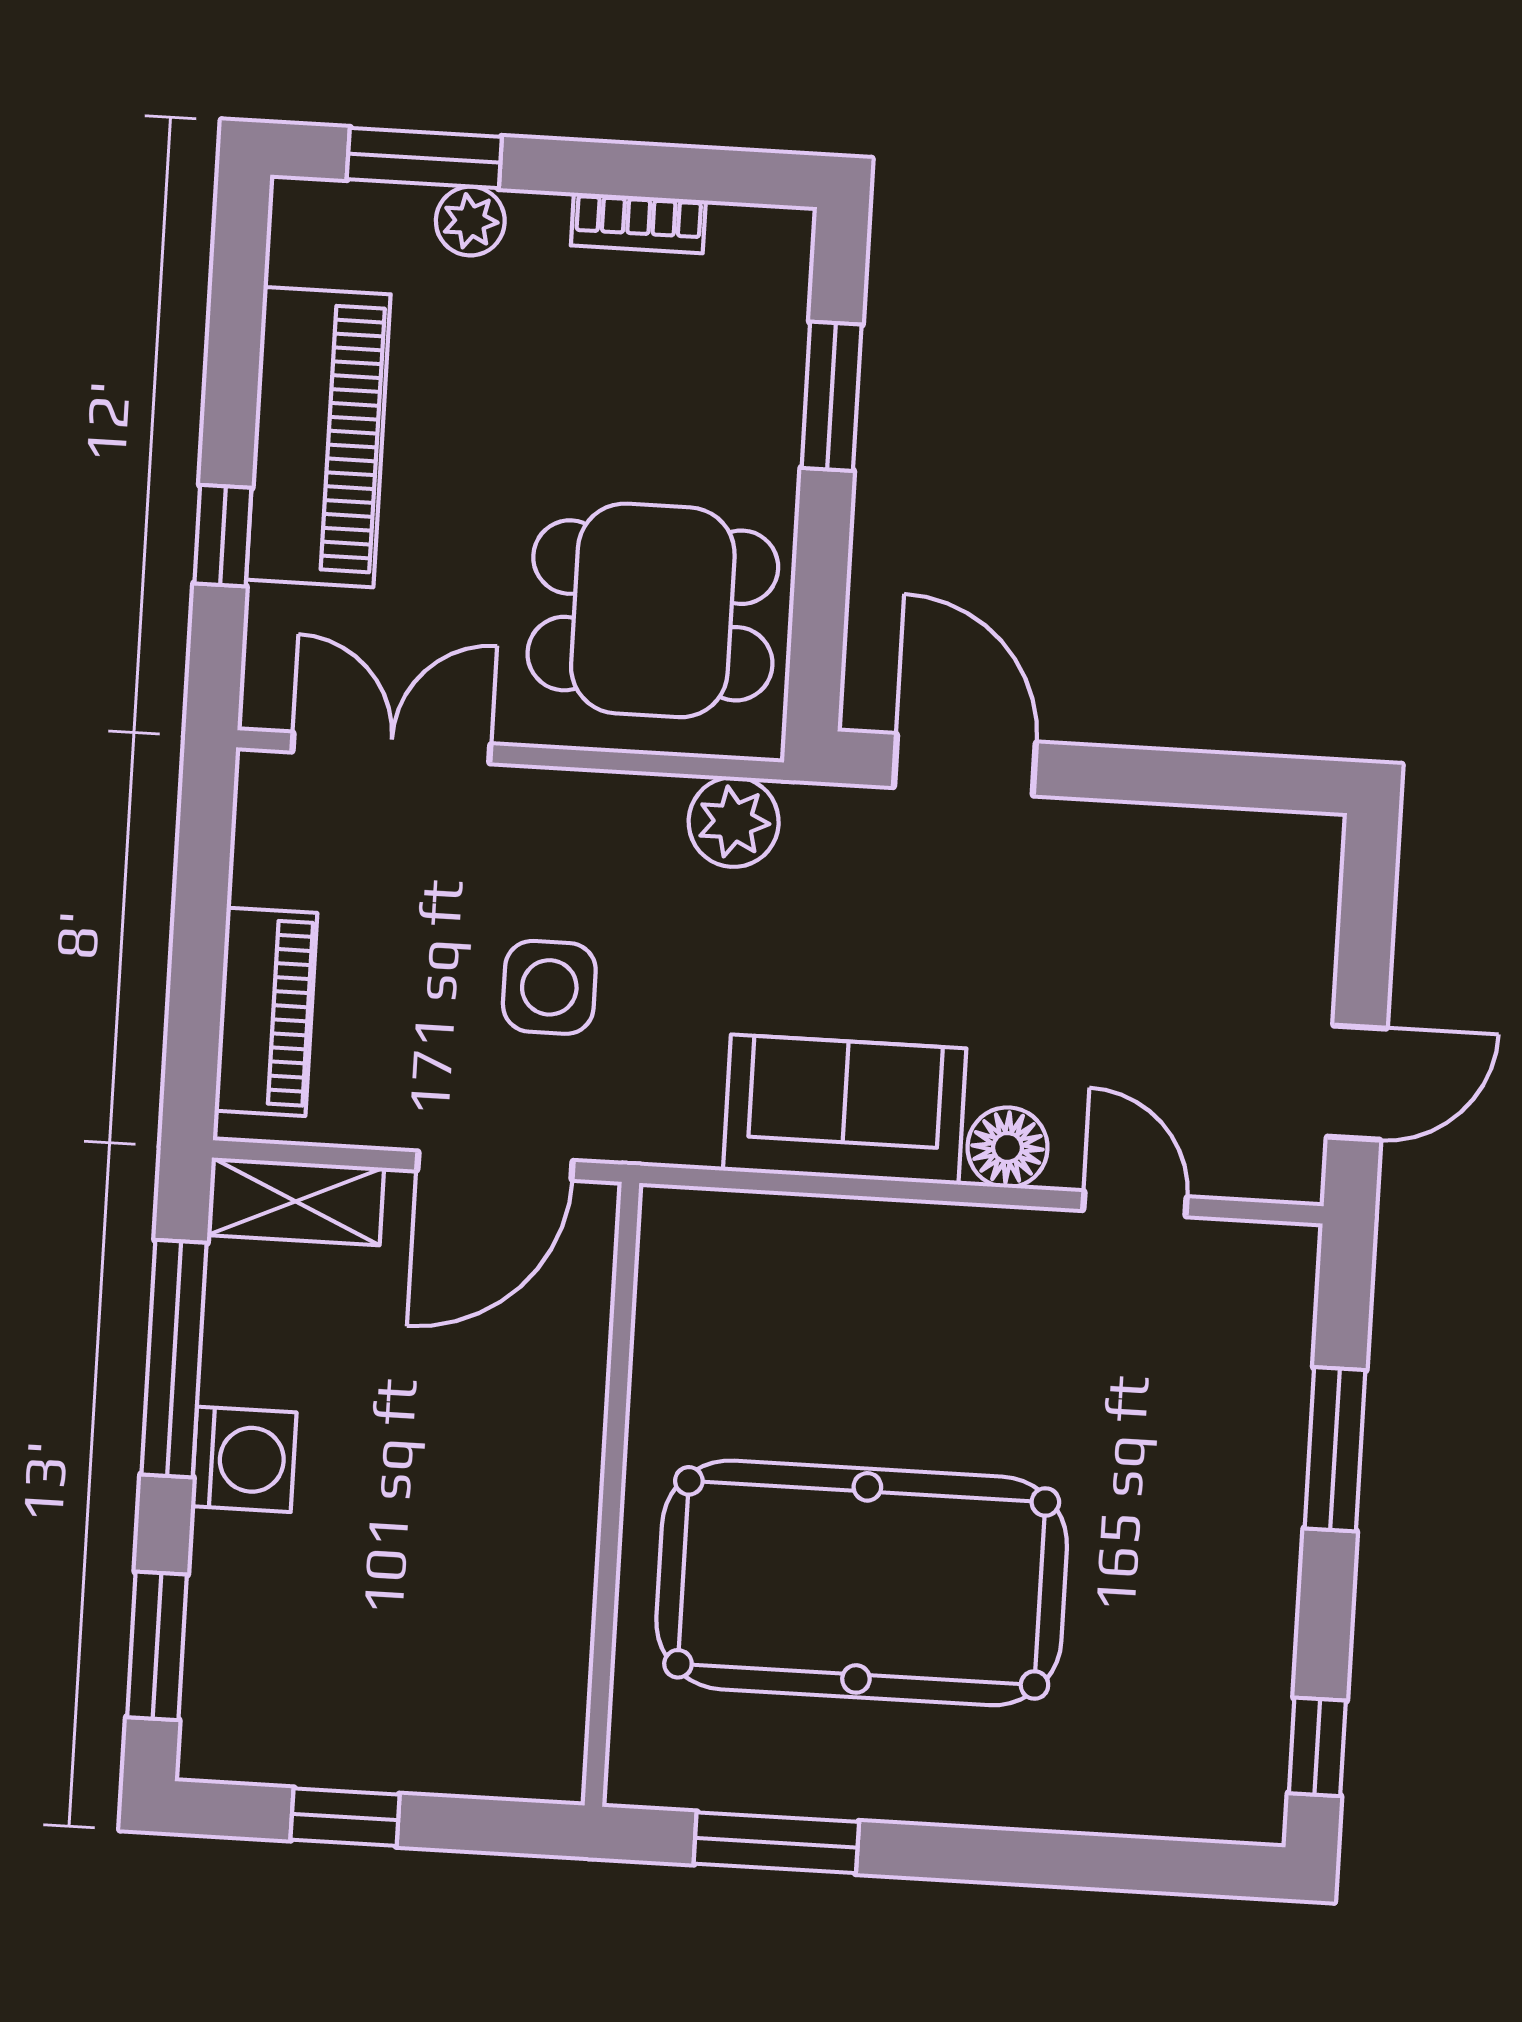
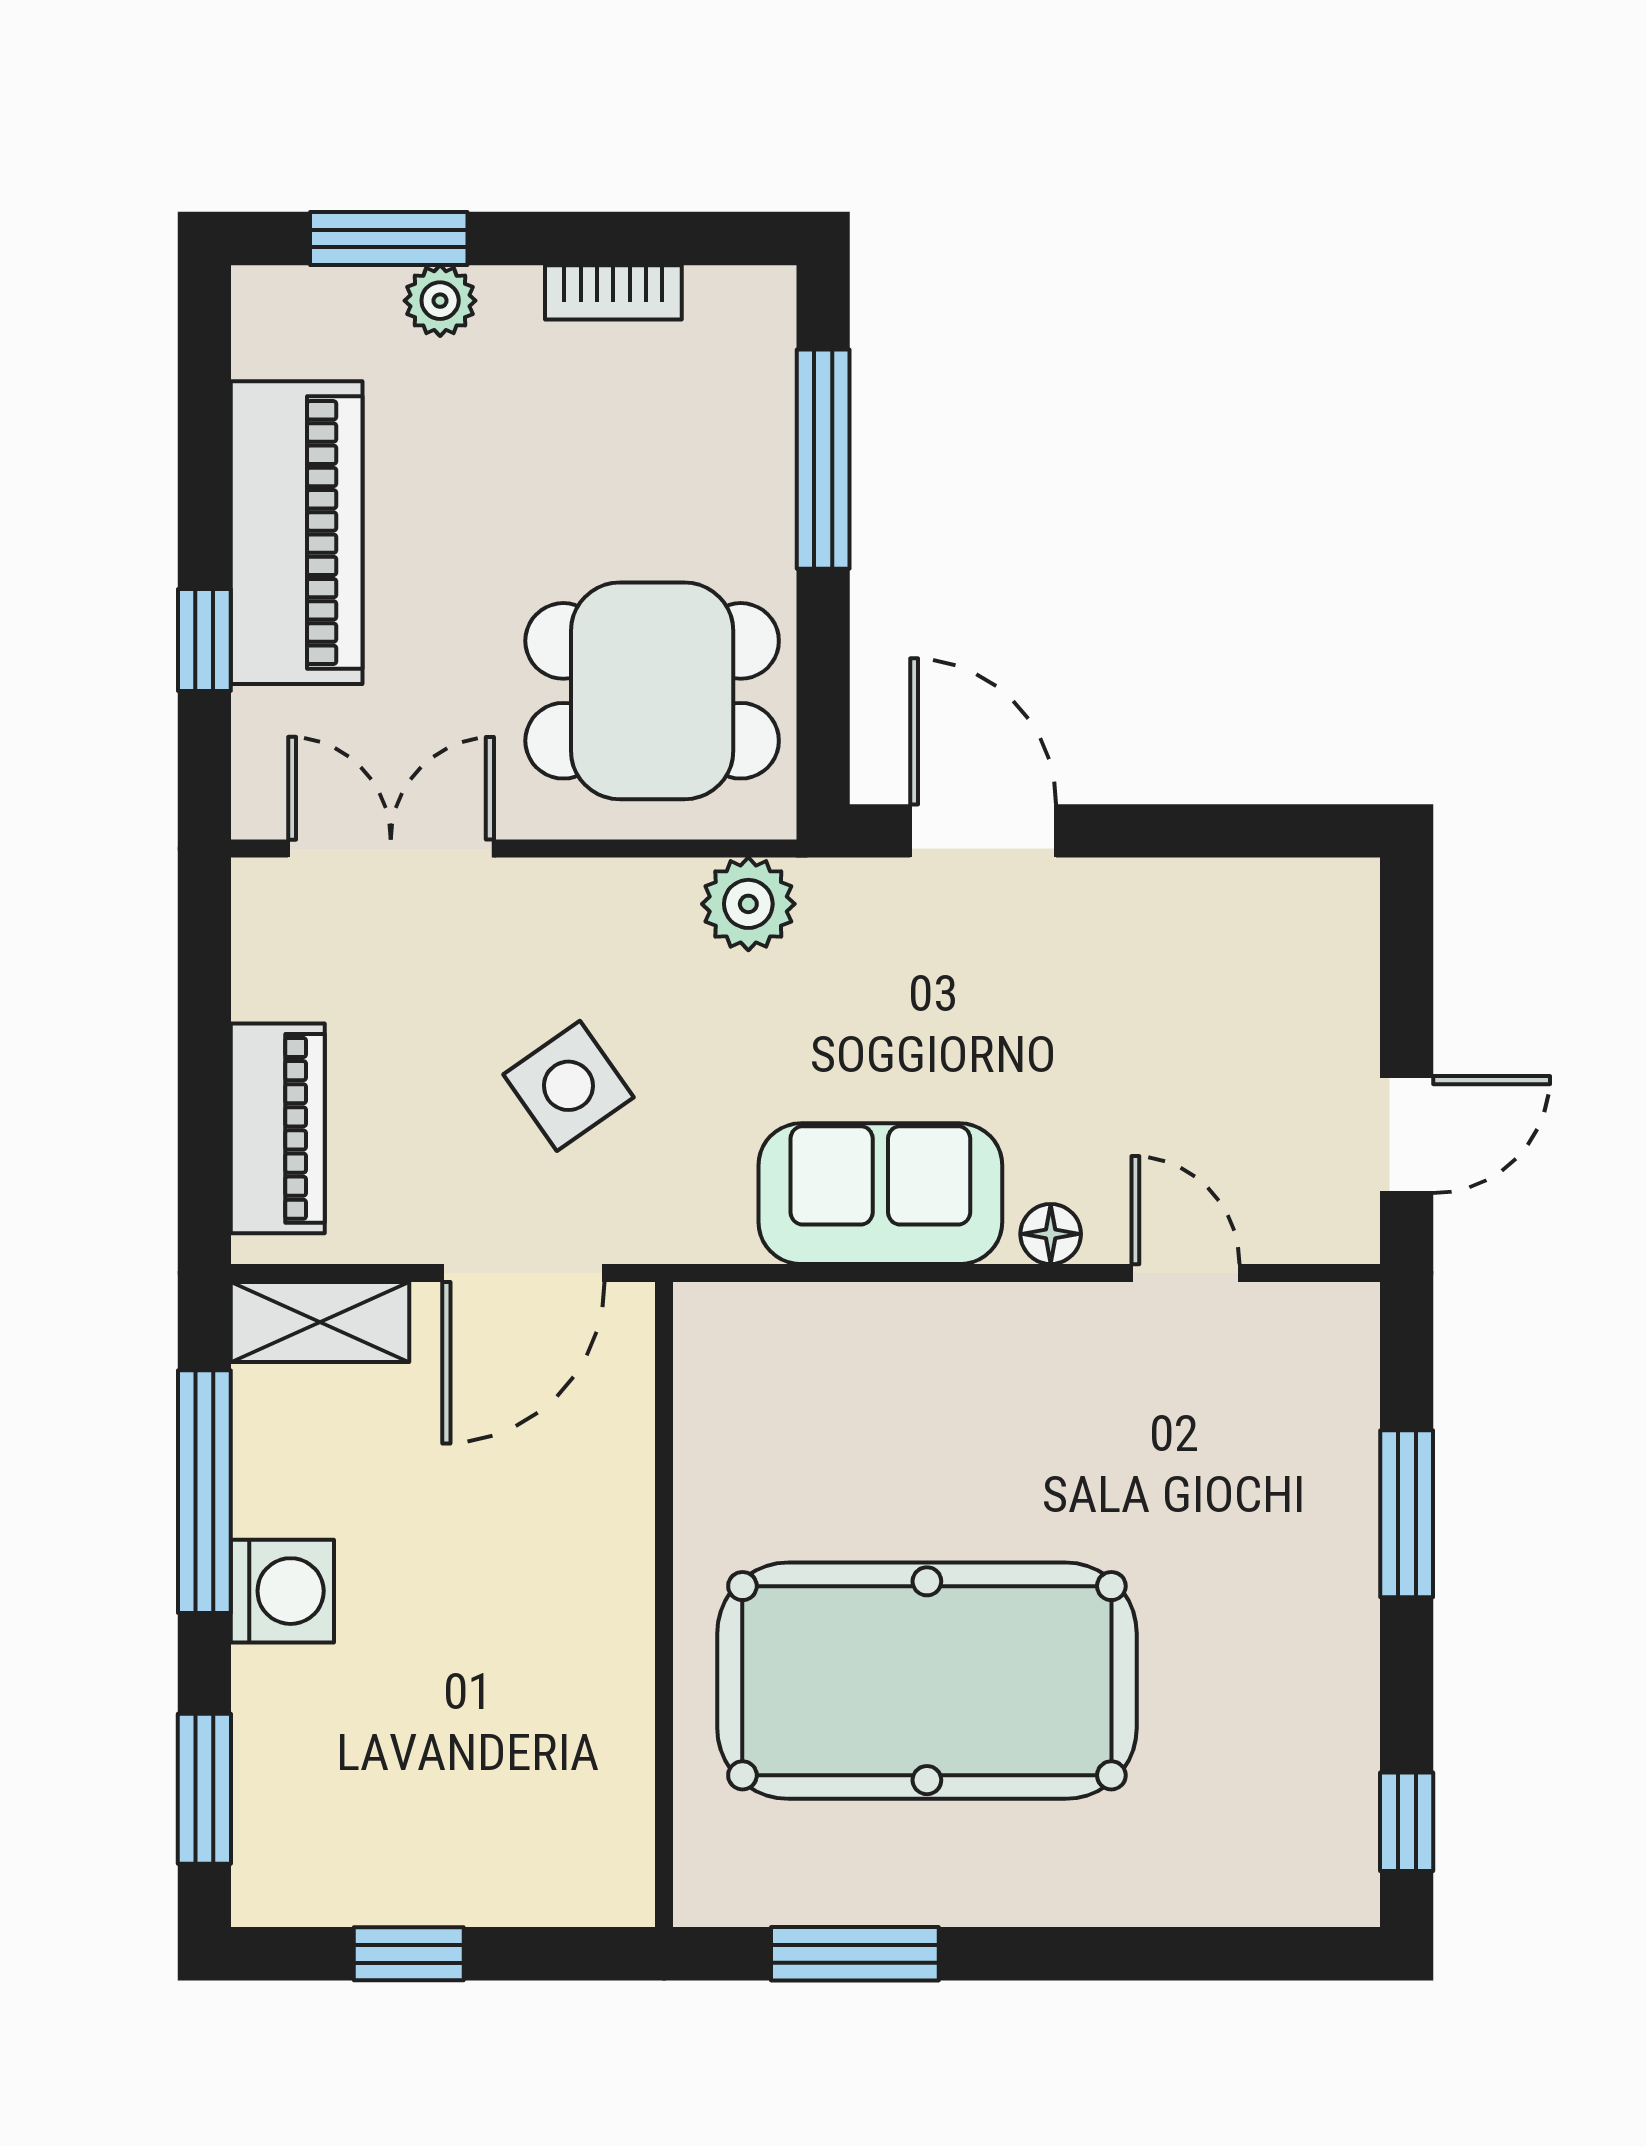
window: (832, 396) -> (823, 459), width x1.44
side table: (549, 987) -> (568, 1086), turned -35
floor lamp: (1008, 1147) -> (1051, 1234), width x0.73, depth x0.73

